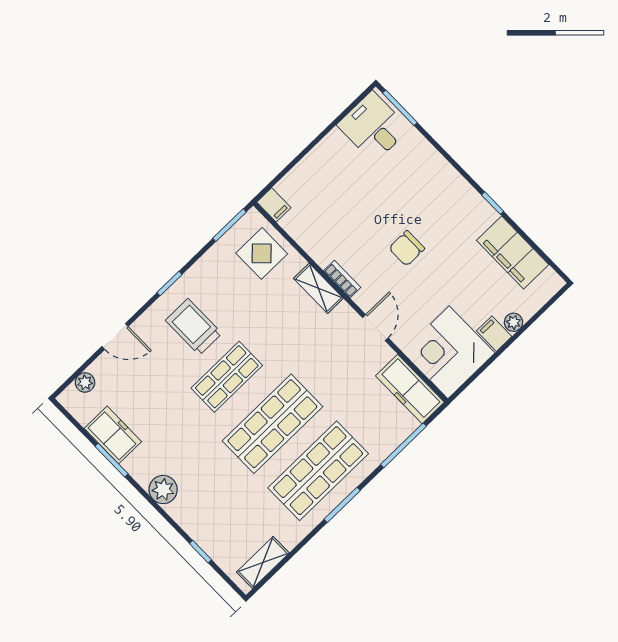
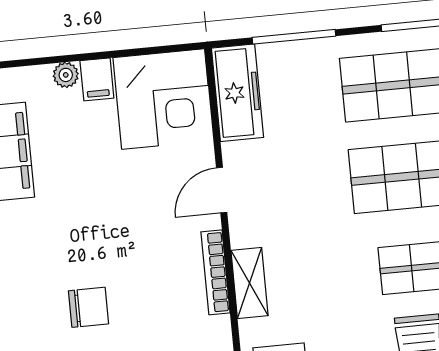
chair: (407, 248) -> (88, 307), moved
bookcase: (342, 279) -> (215, 272), width x1.56

